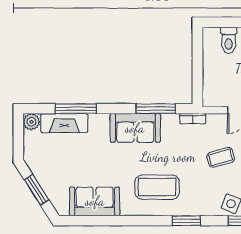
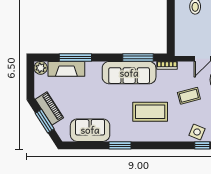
sofa: (135, 128) -> (129, 73), width x1.36
piano: (43, 174) -> (49, 108), added
coffee table: (157, 187) -> (150, 112), moved
window: (186, 221) -> (120, 145), moved

